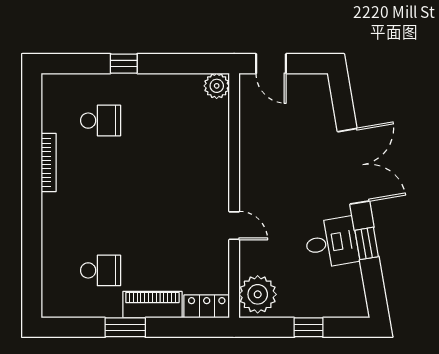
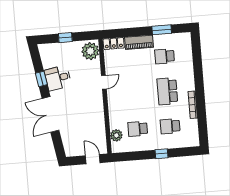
plant: (217, 86) -> (116, 135), moved
school desk: (170, 121) -> (138, 129), added
school desk: (101, 195) -> (167, 91), added
door: (234, 226) -> (104, 82), swing flipped
window: (125, 327) -> (162, 30), moved

